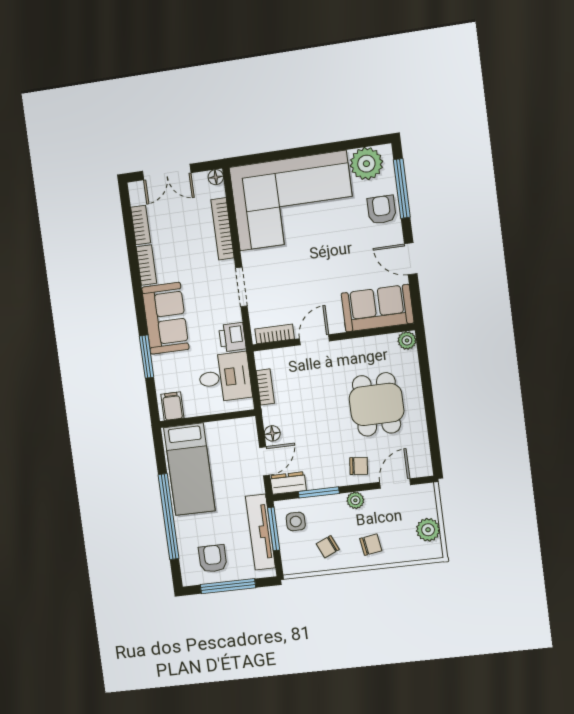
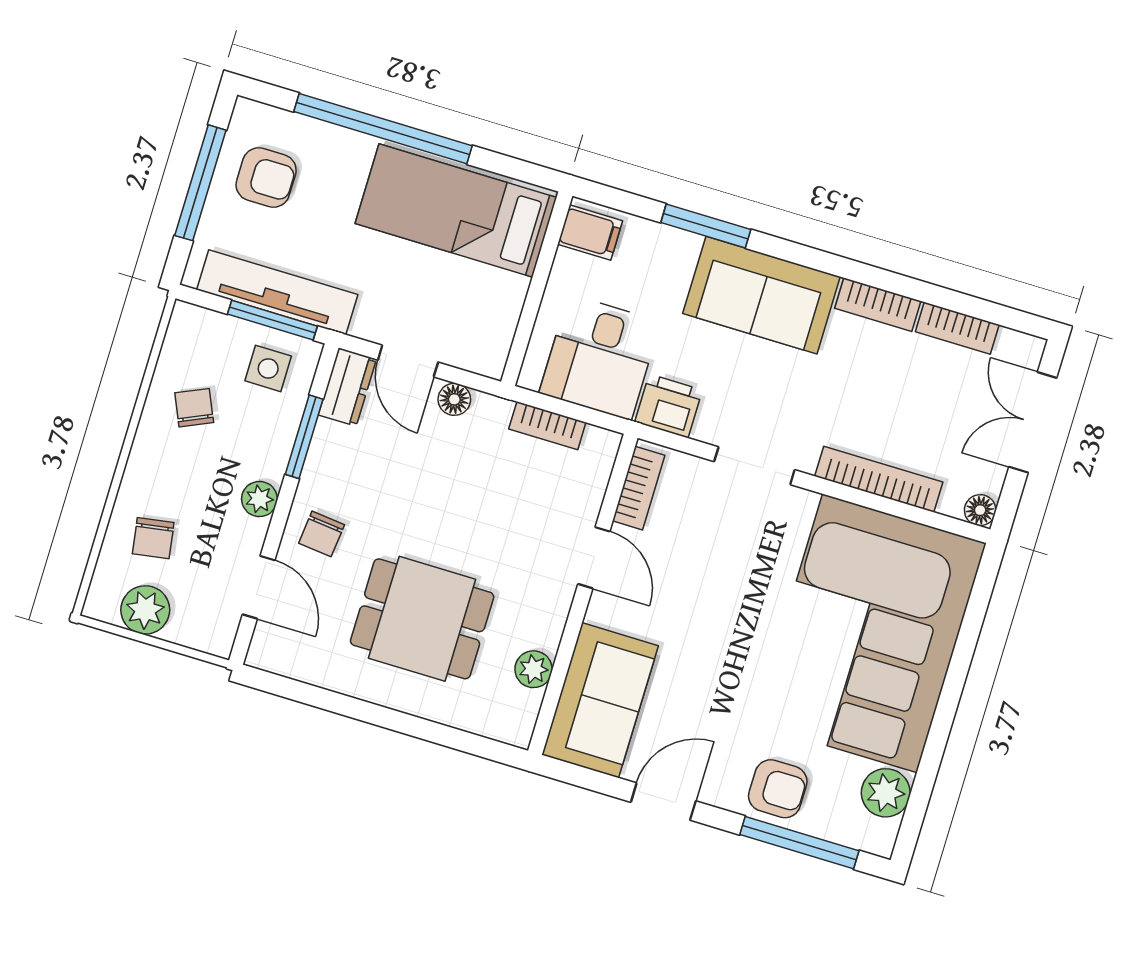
plant: (366, 164) -> (886, 793), width x0.73, depth x0.73
plant: (407, 340) -> (534, 669), moved
chair: (371, 545) -> (153, 538), moved

